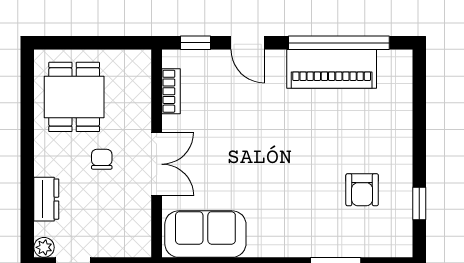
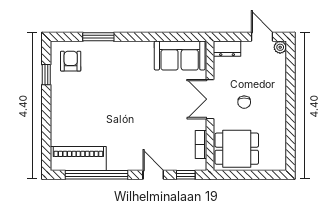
piano: (332, 69) -> (78, 158), moved
dining table: (74, 97) -> (237, 149), moved, turned 90
armchair: (362, 190) -> (71, 61), moved
dresser: (46, 199) -> (227, 49), moved, turned -90

